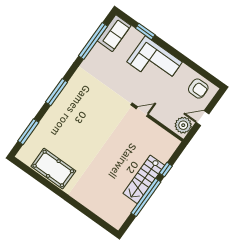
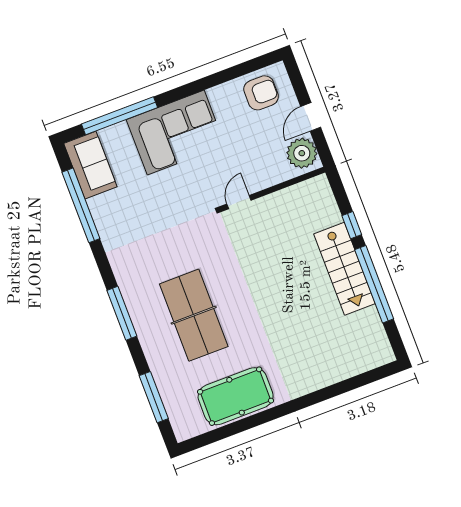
window: (145, 31) -> (120, 116), width x2.11
table tennis table: (77, 125) -> (194, 315), added

